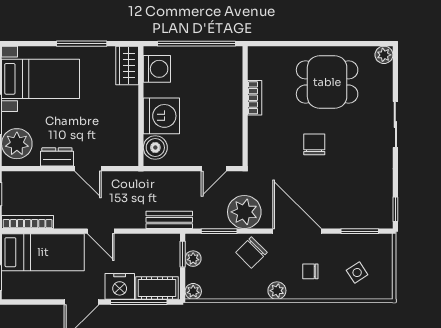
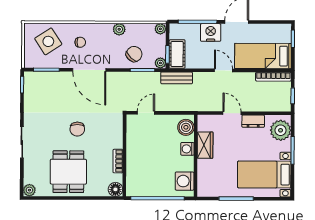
floor lamp: (258, 56) -> (115, 189), added
wardrobe: (127, 65) -> (205, 145), moved
dining table: (327, 82) -> (68, 172), turned 90
washing machine: (161, 116) -> (187, 149), width x0.53, depth x0.53
plant: (244, 212) -> (125, 83), removed
chair: (251, 252) -> (134, 54), moved
plant: (193, 259) -> (160, 63), moved
side table: (357, 273) -> (48, 41), width x1.87, depth x1.87
cot: (157, 288) -> (177, 54), moved, turned 90
plant: (277, 291) -> (119, 29), moved

